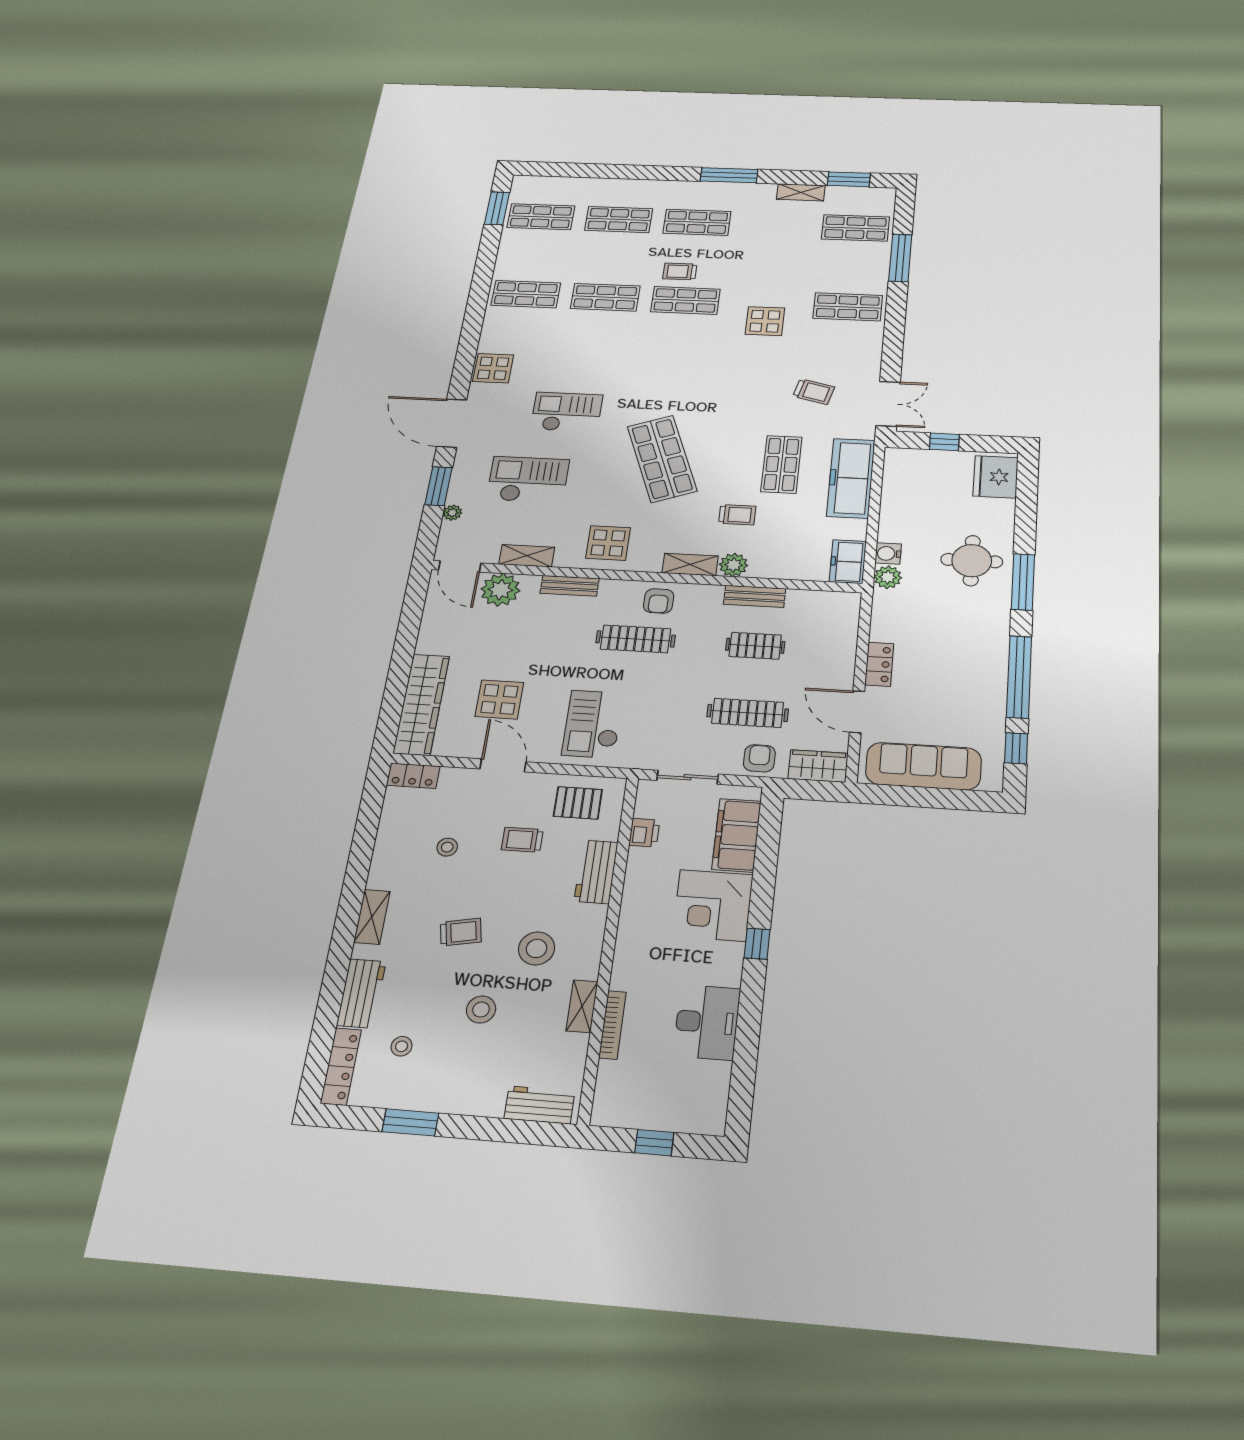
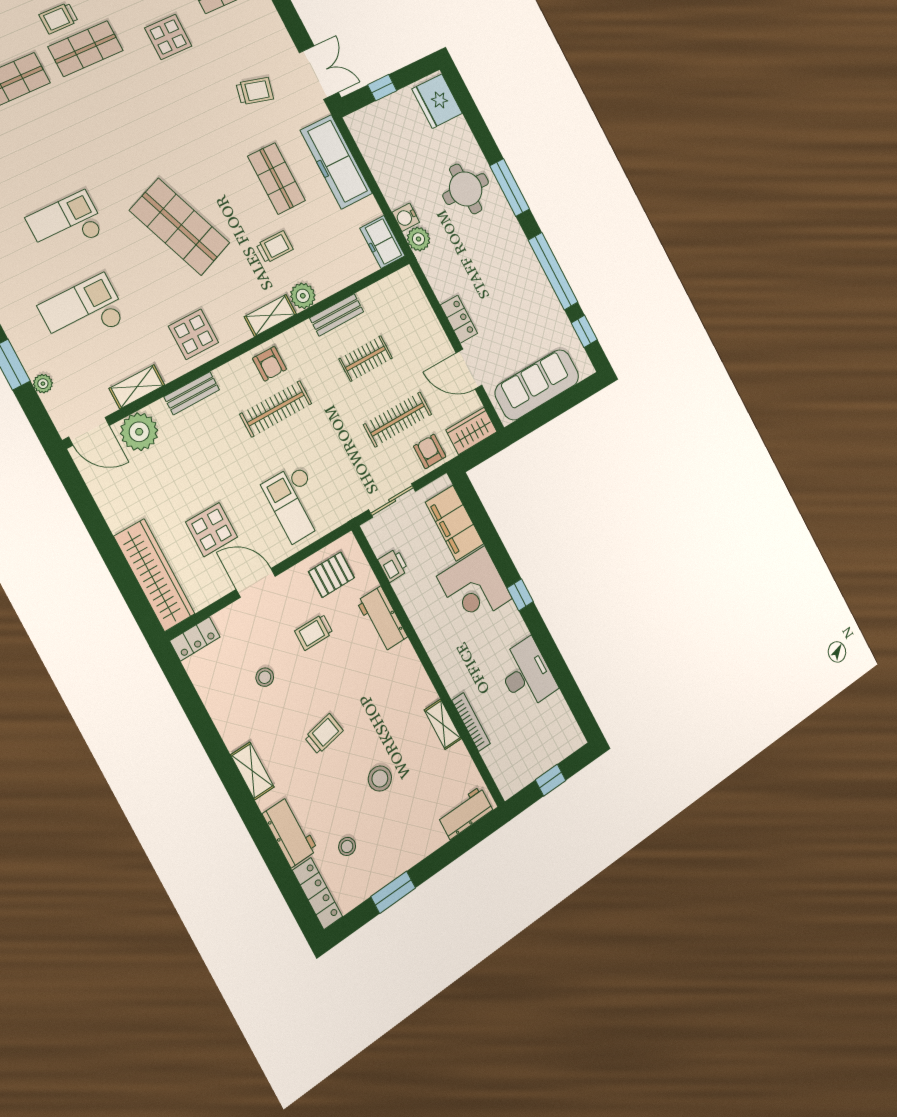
stool: (537, 948) -> (384, 706), removed

